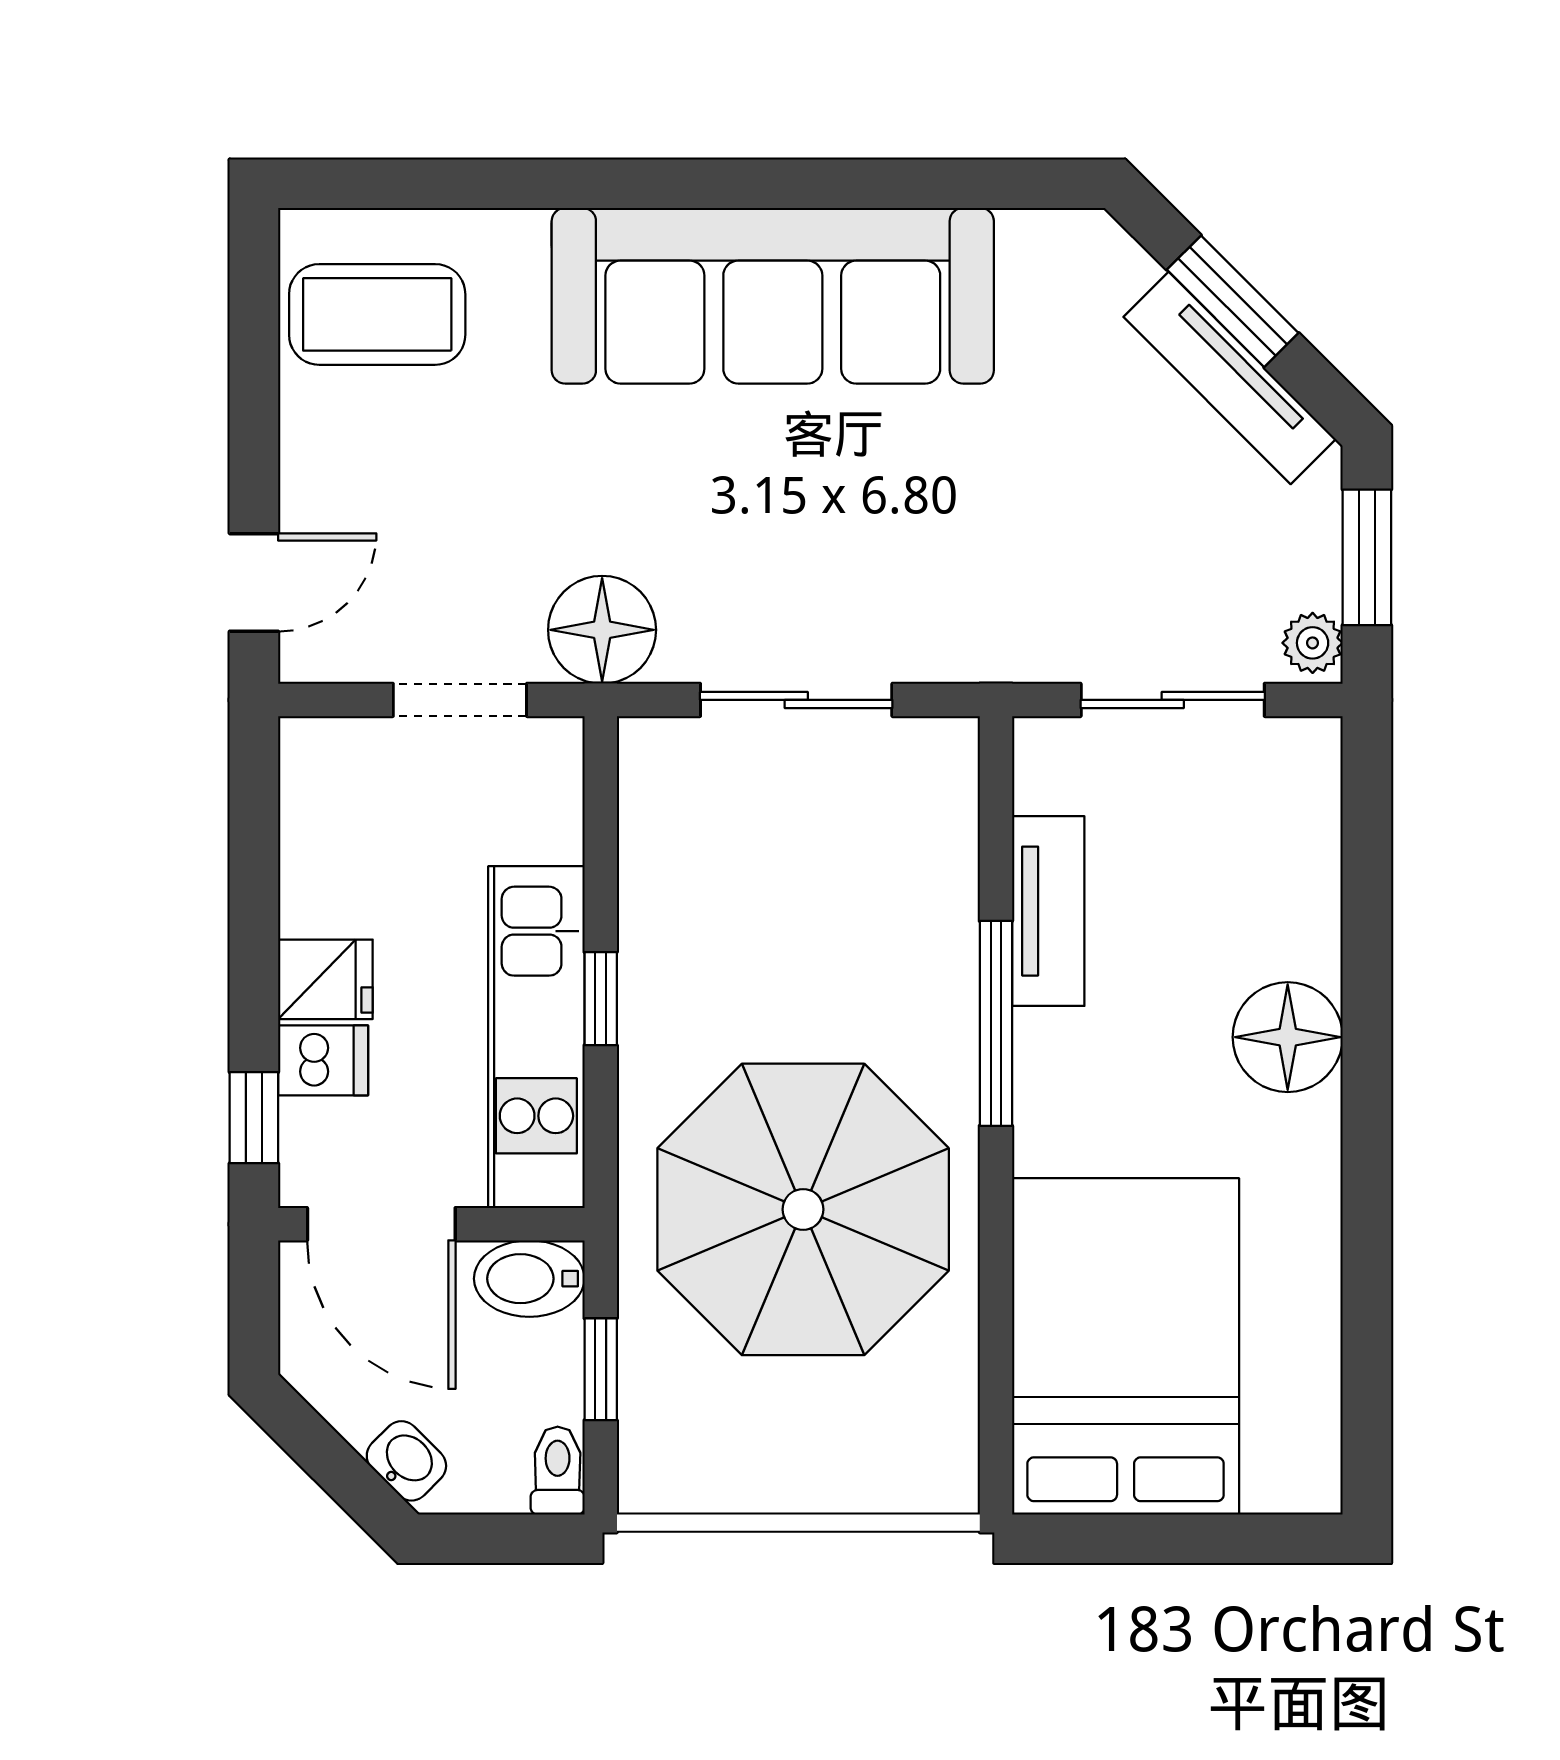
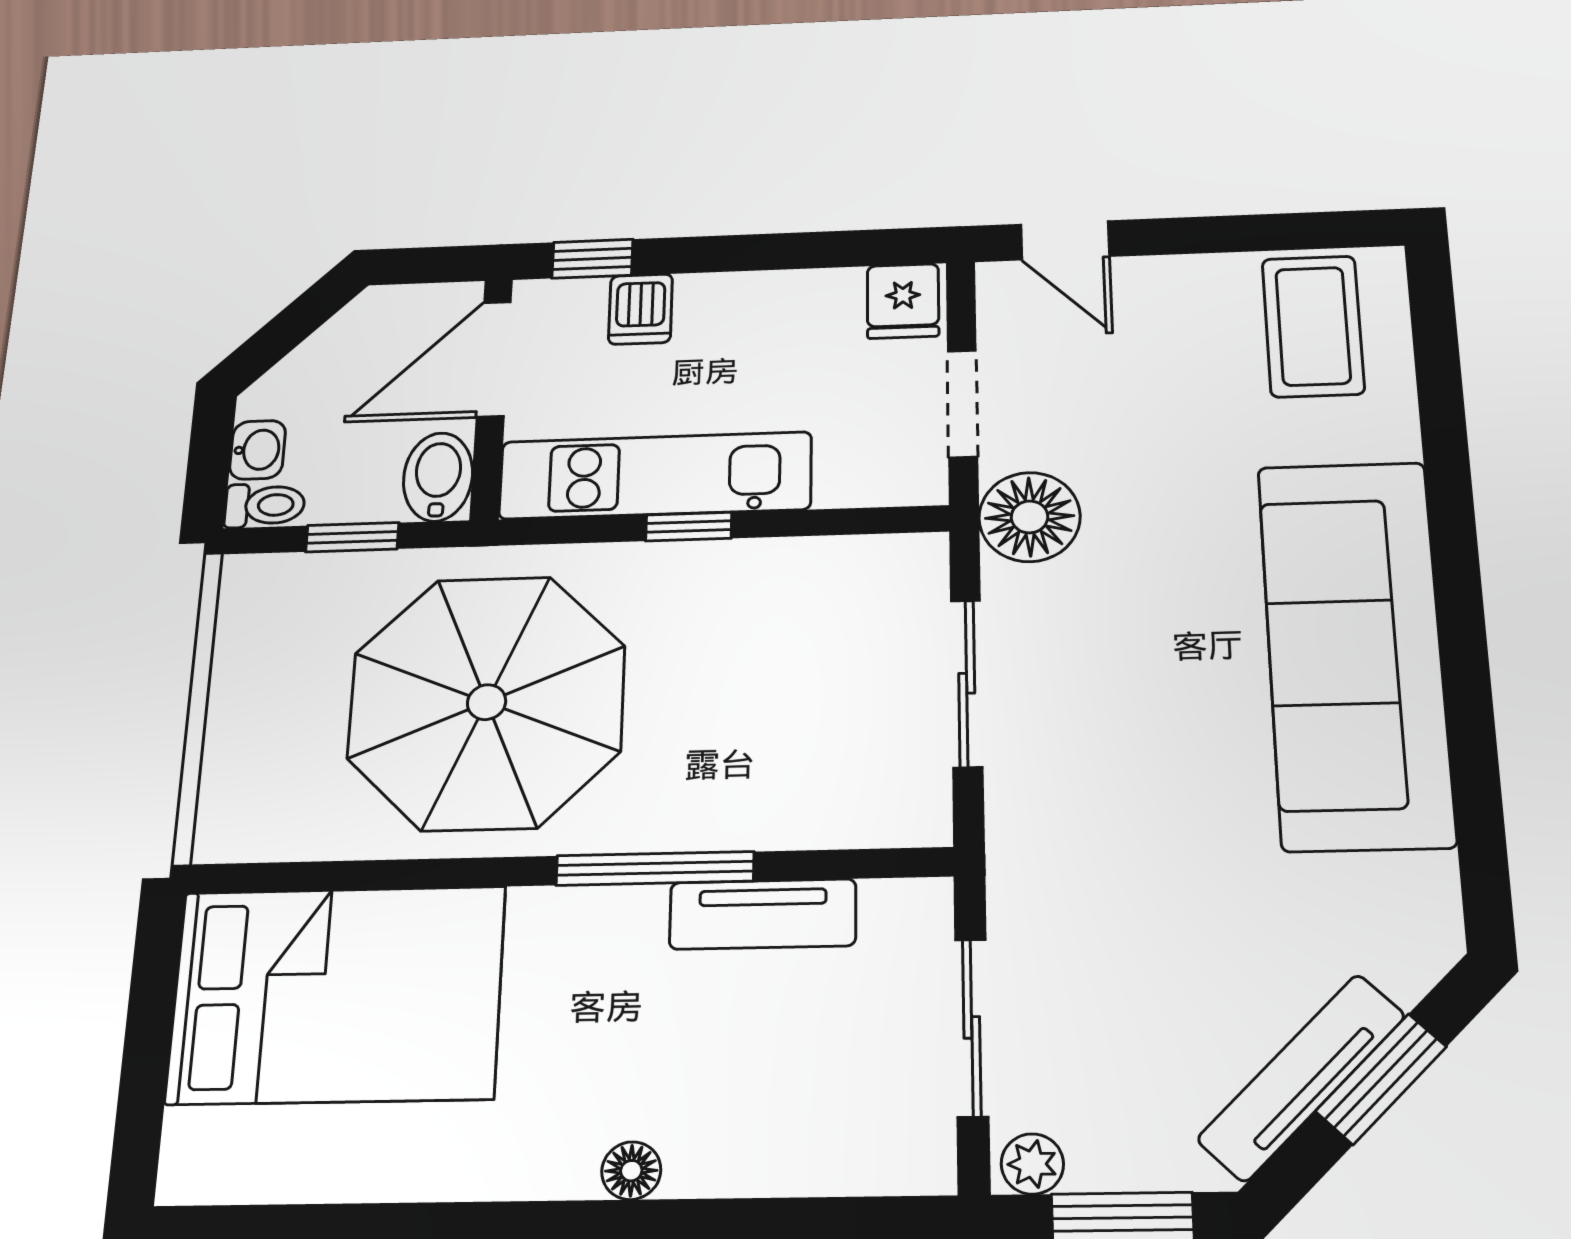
fridge: (325, 979) -> (903, 301), moved
floor lamp: (1288, 1037) -> (631, 1171), width x0.53, depth x0.53
washbasin: (406, 1461) -> (258, 450), moved, turned -45

